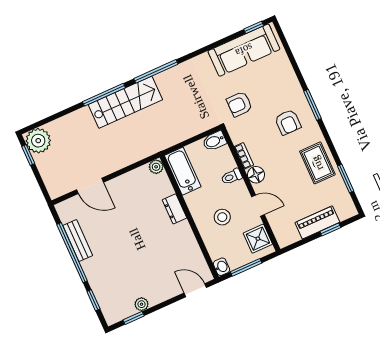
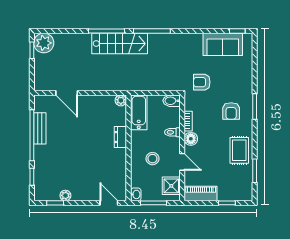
sofa: (244, 50) -> (223, 44), width x0.73
piano: (317, 222) -> (201, 194), moved

